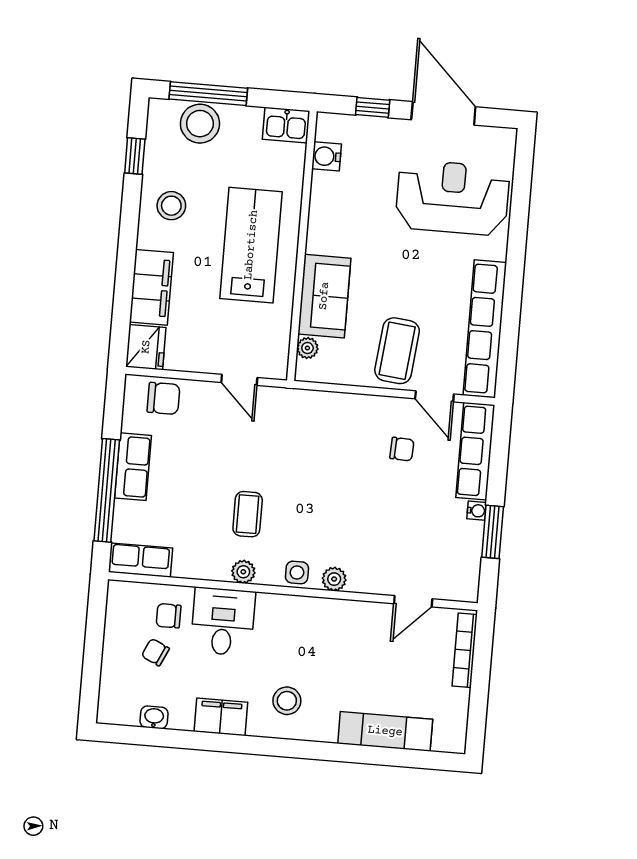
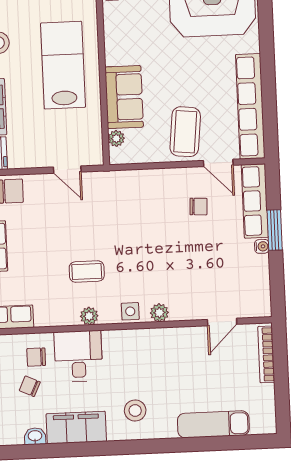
coffee table: (248, 514) -> (87, 272), turned 90
window: (493, 532) -> (275, 230), moved
filing cabinet: (221, 717) -> (76, 428), width x1.50, depth x1.17

